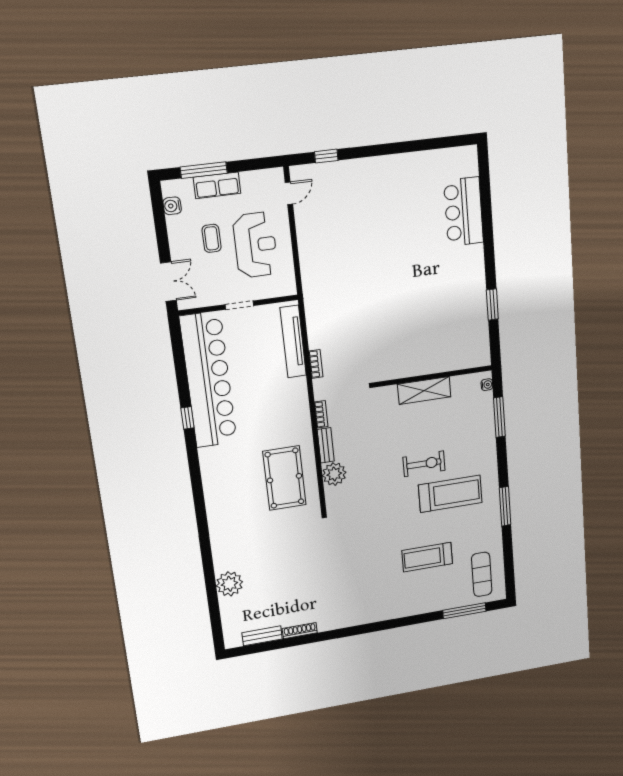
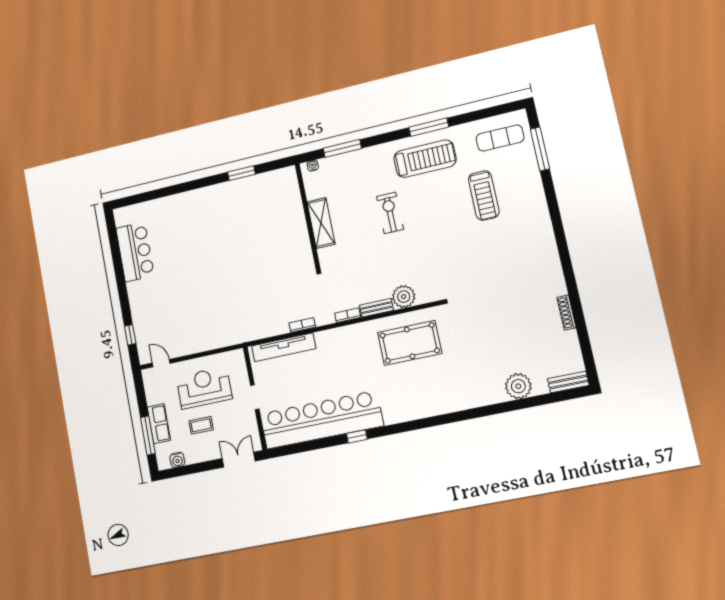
bar counter: (464, 212) -> (135, 252), moved, turned -90
treadmill: (450, 494) -> (425, 159), moved, turned 90
bench: (262, 636) -> (568, 382), moved, turned 90

